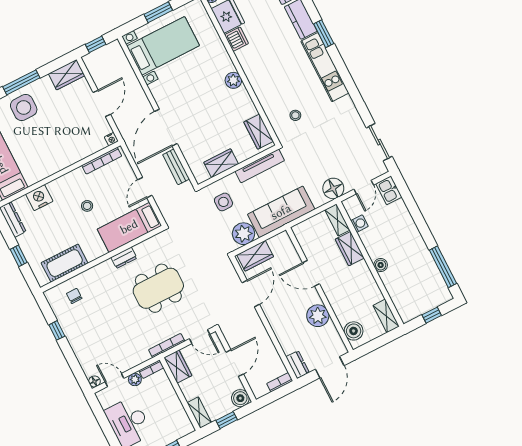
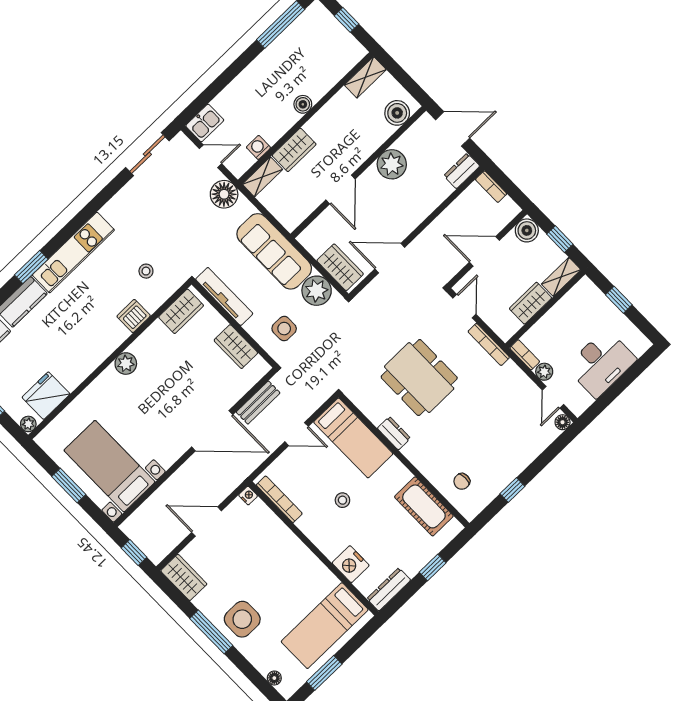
dishwasher: (236, 39) -> (134, 316), moved
wardrobe: (178, 367) -> (531, 303), moved

